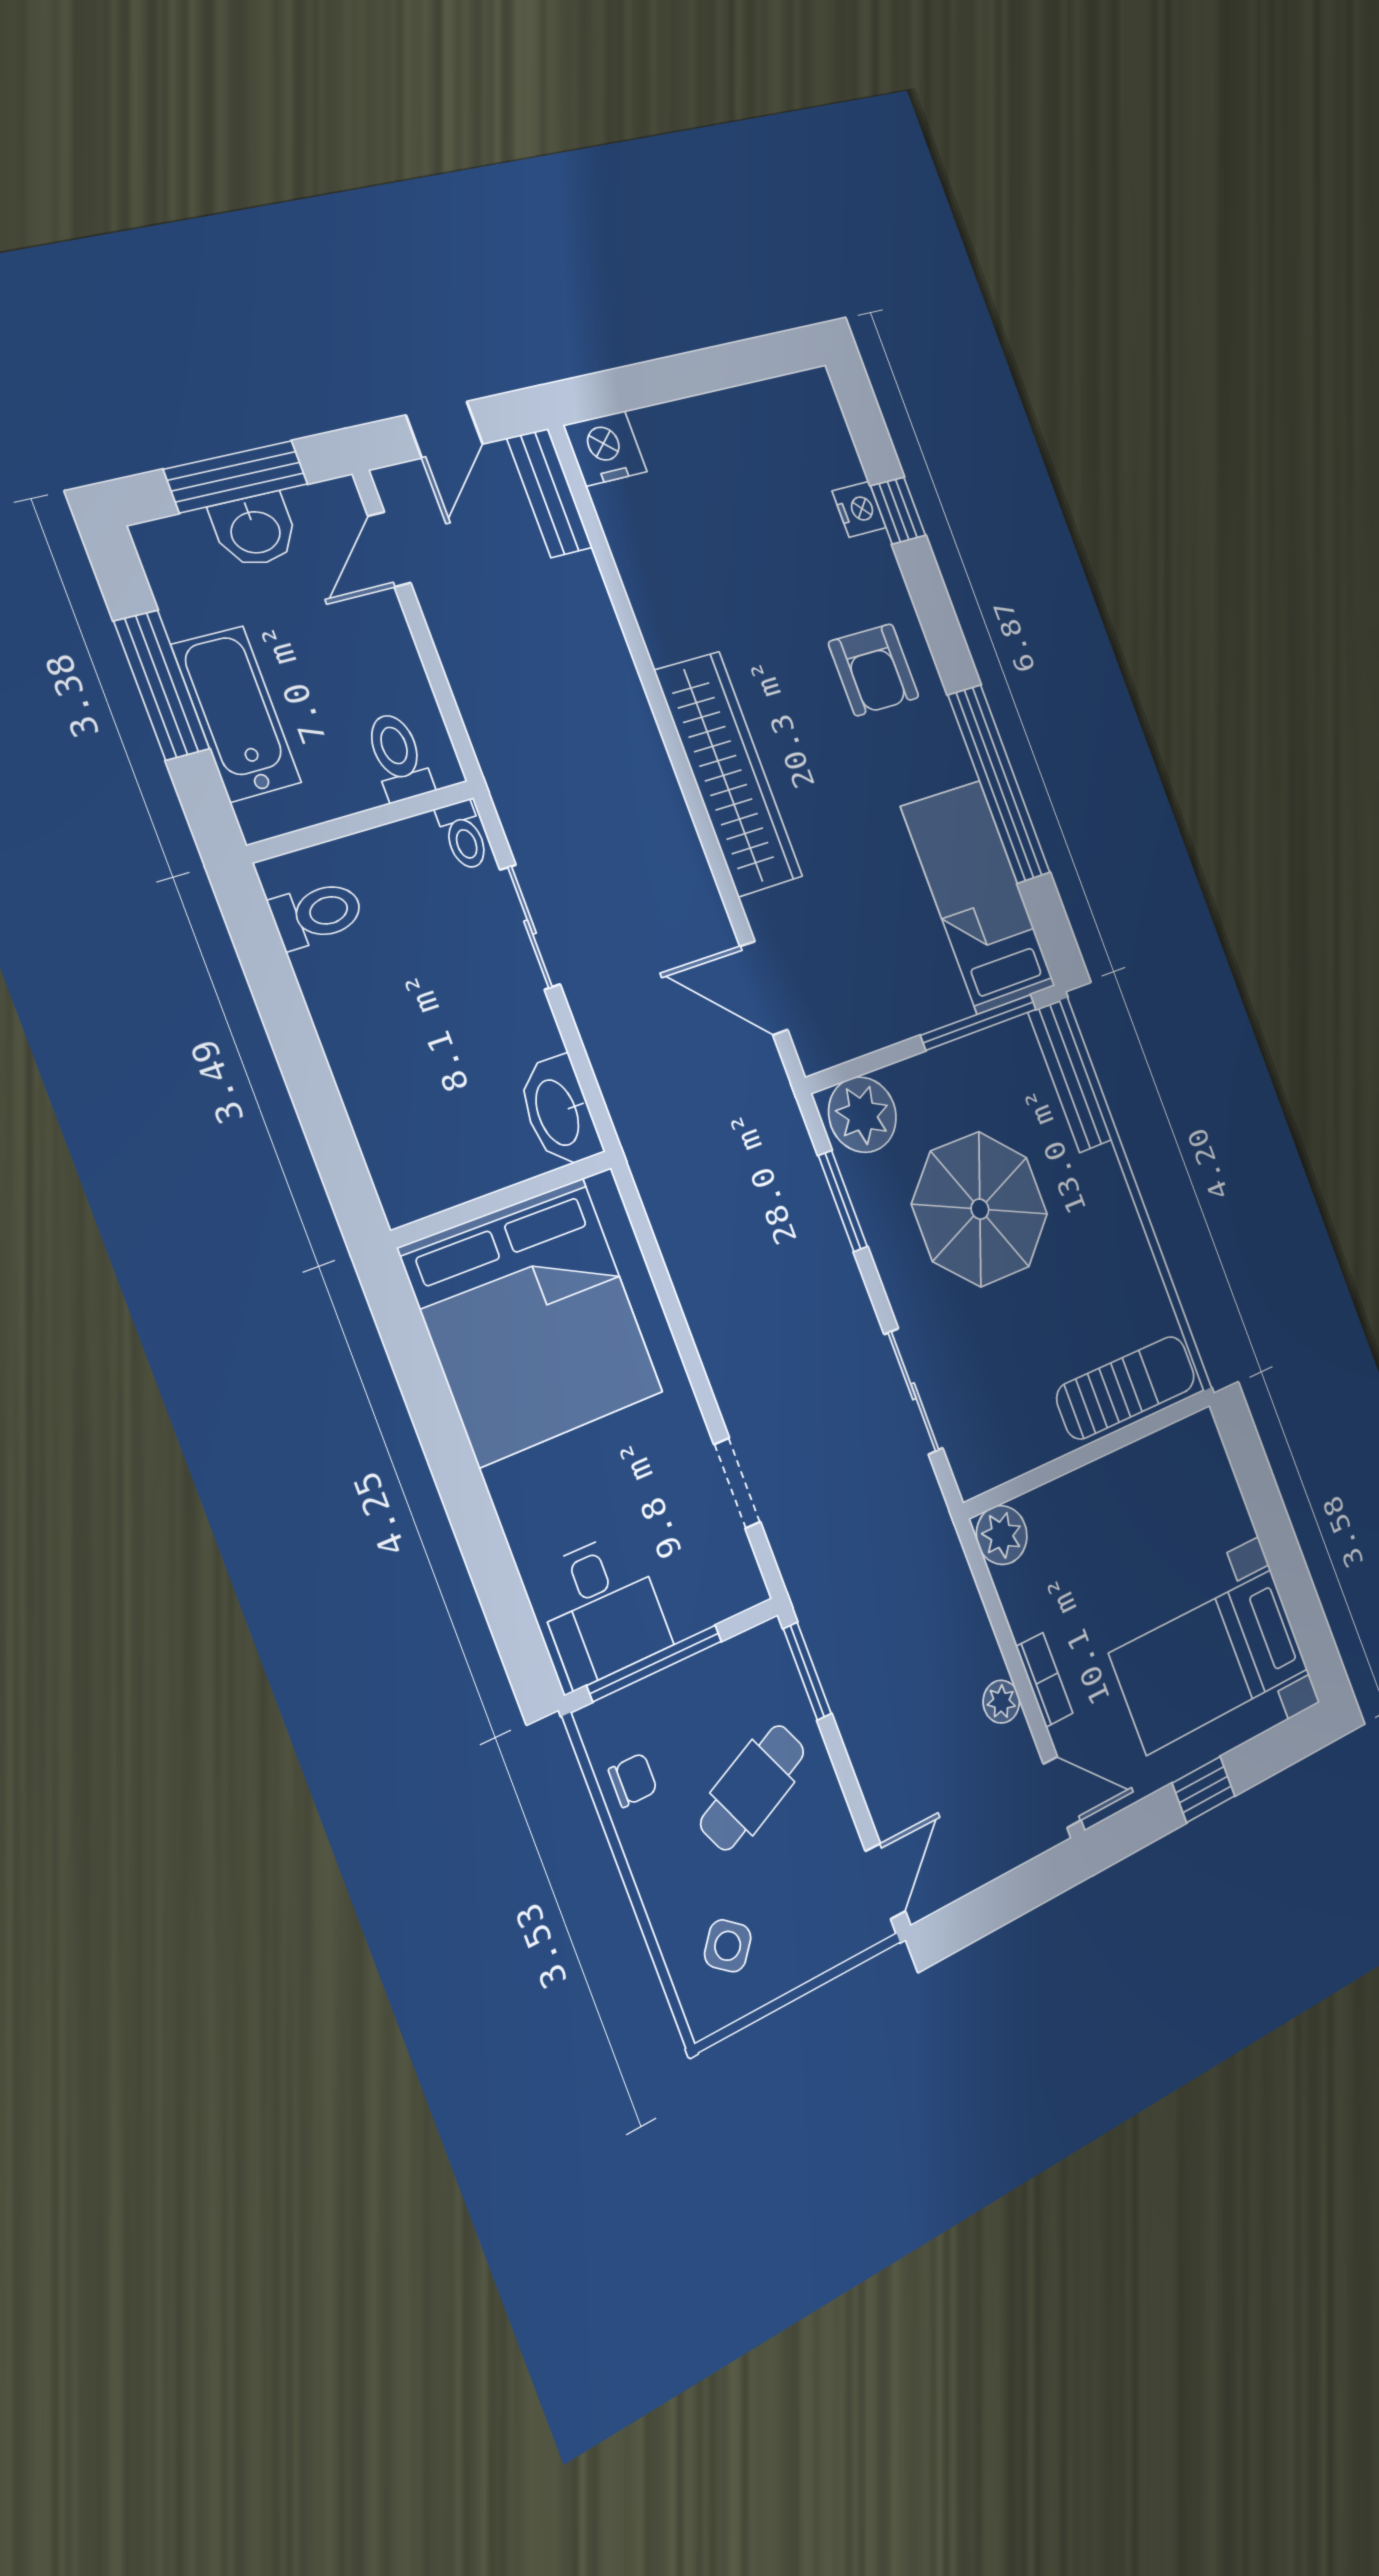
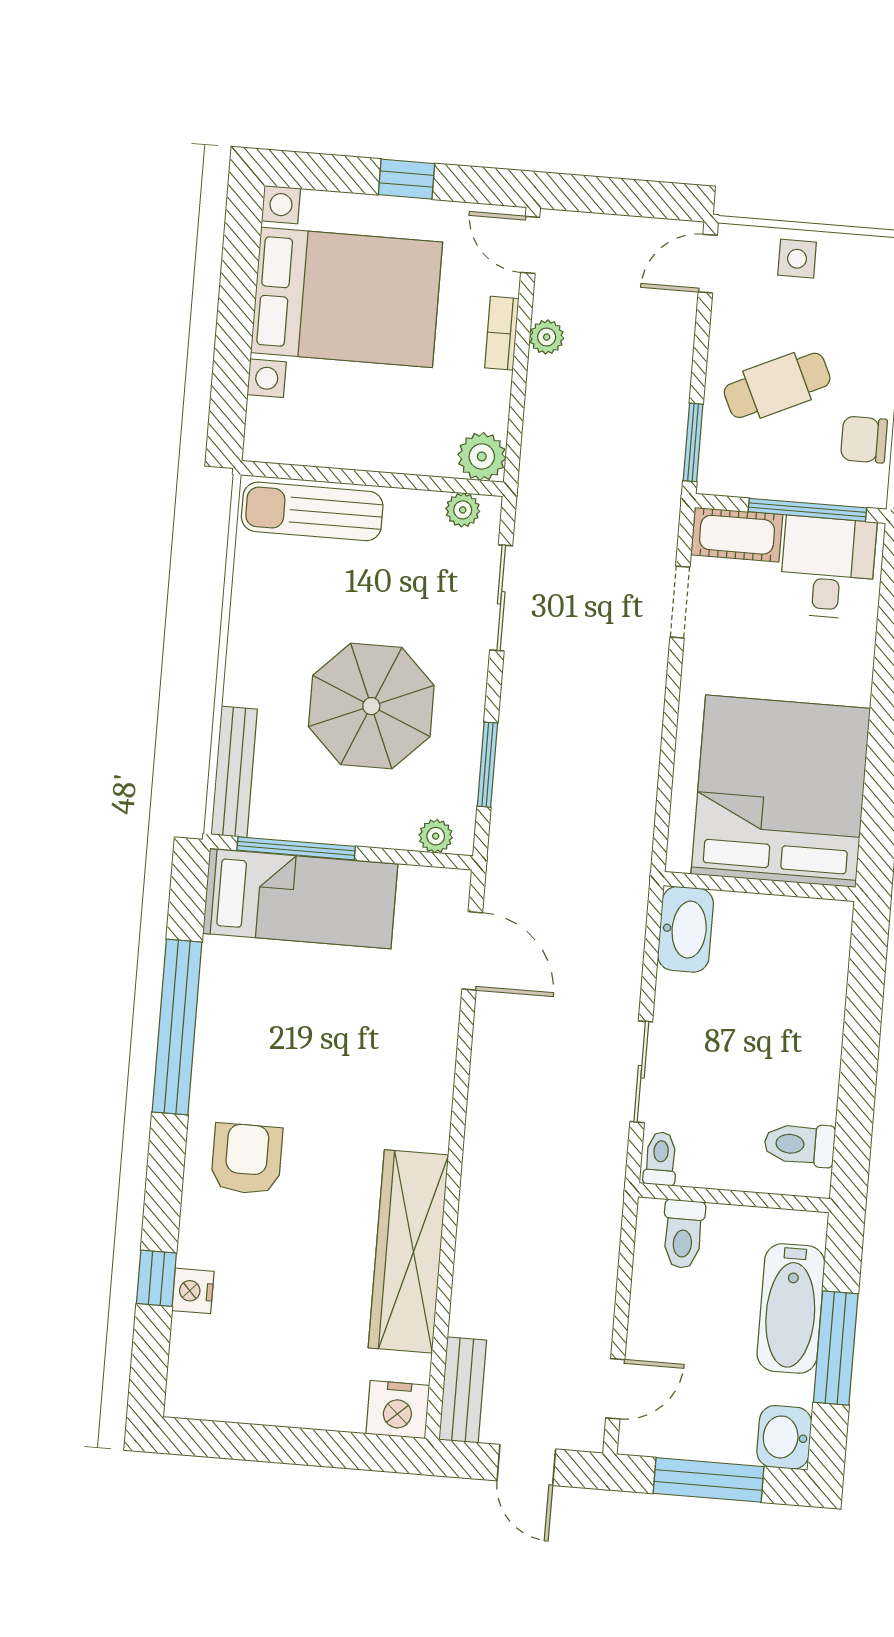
door: (444, 430) -> (526, 1465), swing flipped
washbasin: (255, 530) -> (784, 1437), moved, turned -90
wardrobe: (728, 774) -> (408, 1251), moved
bed: (978, 897) -> (300, 899), moved, turned -90
plant: (862, 1115) -> (436, 836), width x0.53, depth x0.53
plant: (993, 1467) -> (463, 510), added
cot: (714, 1592) -> (737, 535), added
bed with nightstands: (1210, 1661) -> (347, 297), width x1.36
chair: (633, 1780) -> (864, 440), width x1.37, depth x1.37
side table: (728, 1946) -> (797, 259), moved, turned -38

